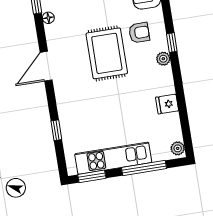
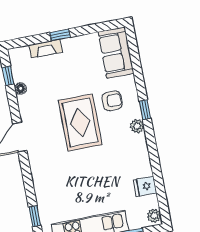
fridge: (167, 104) -> (145, 186), moved
window: (56, 130) -> (35, 216), moved

